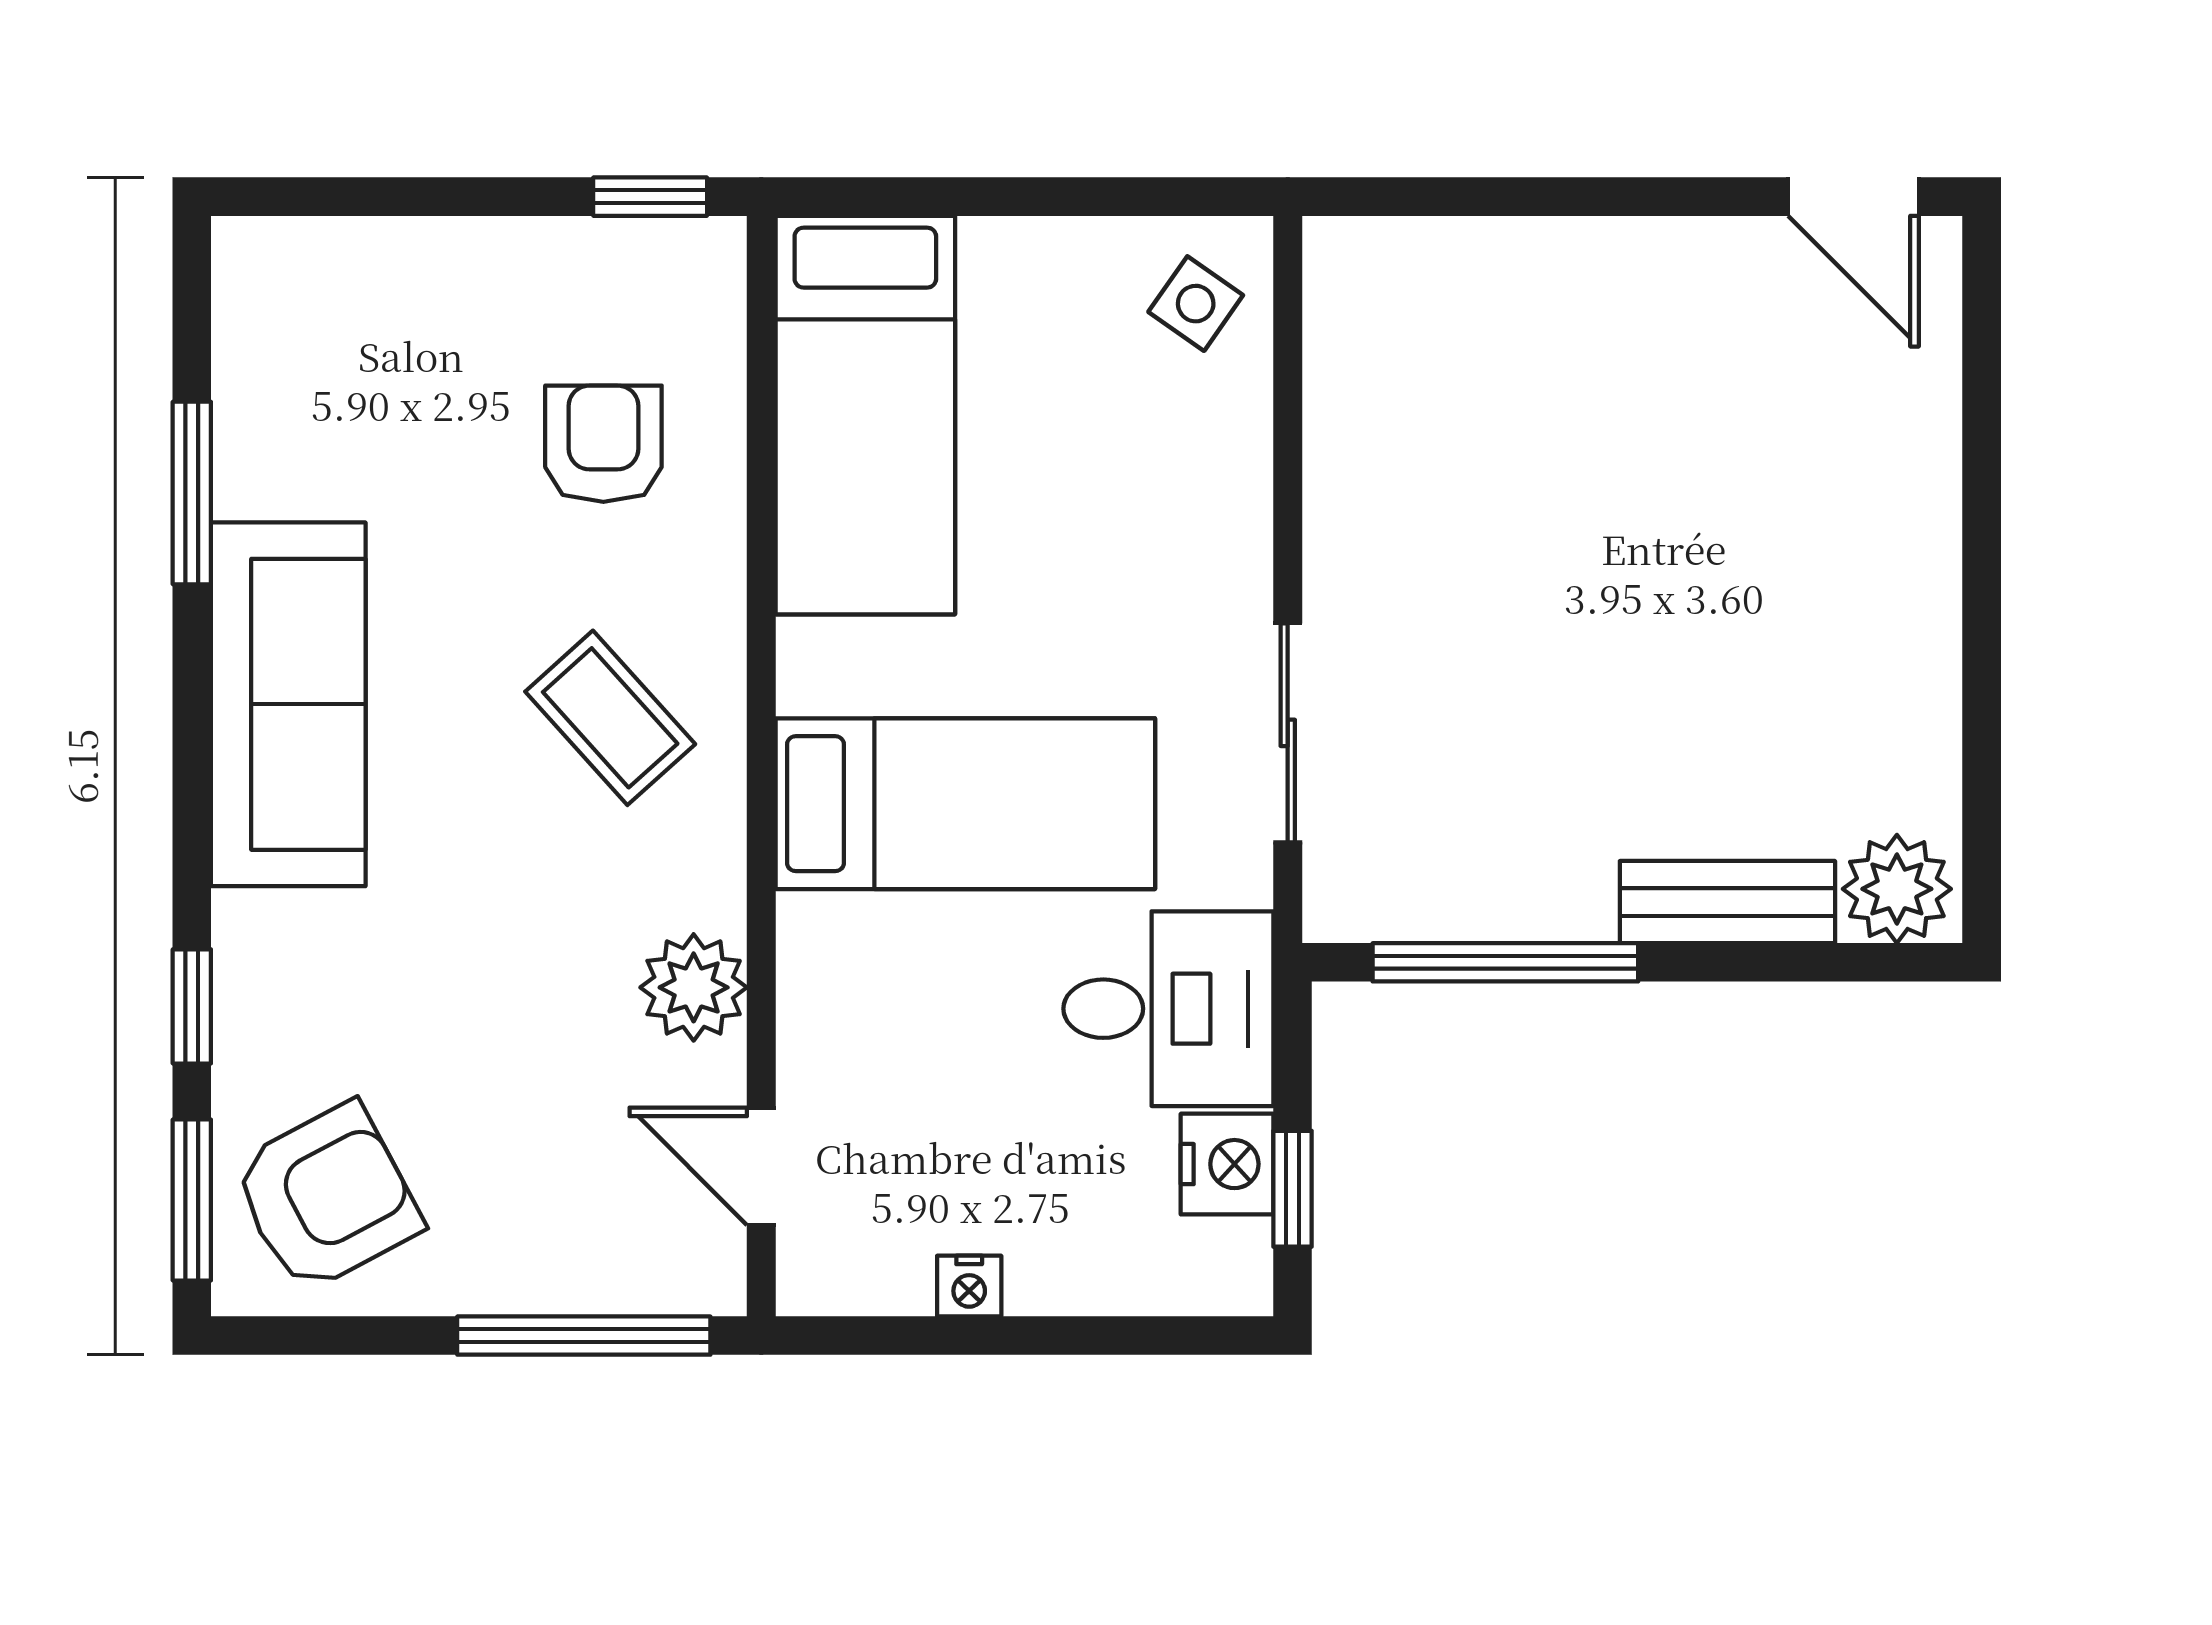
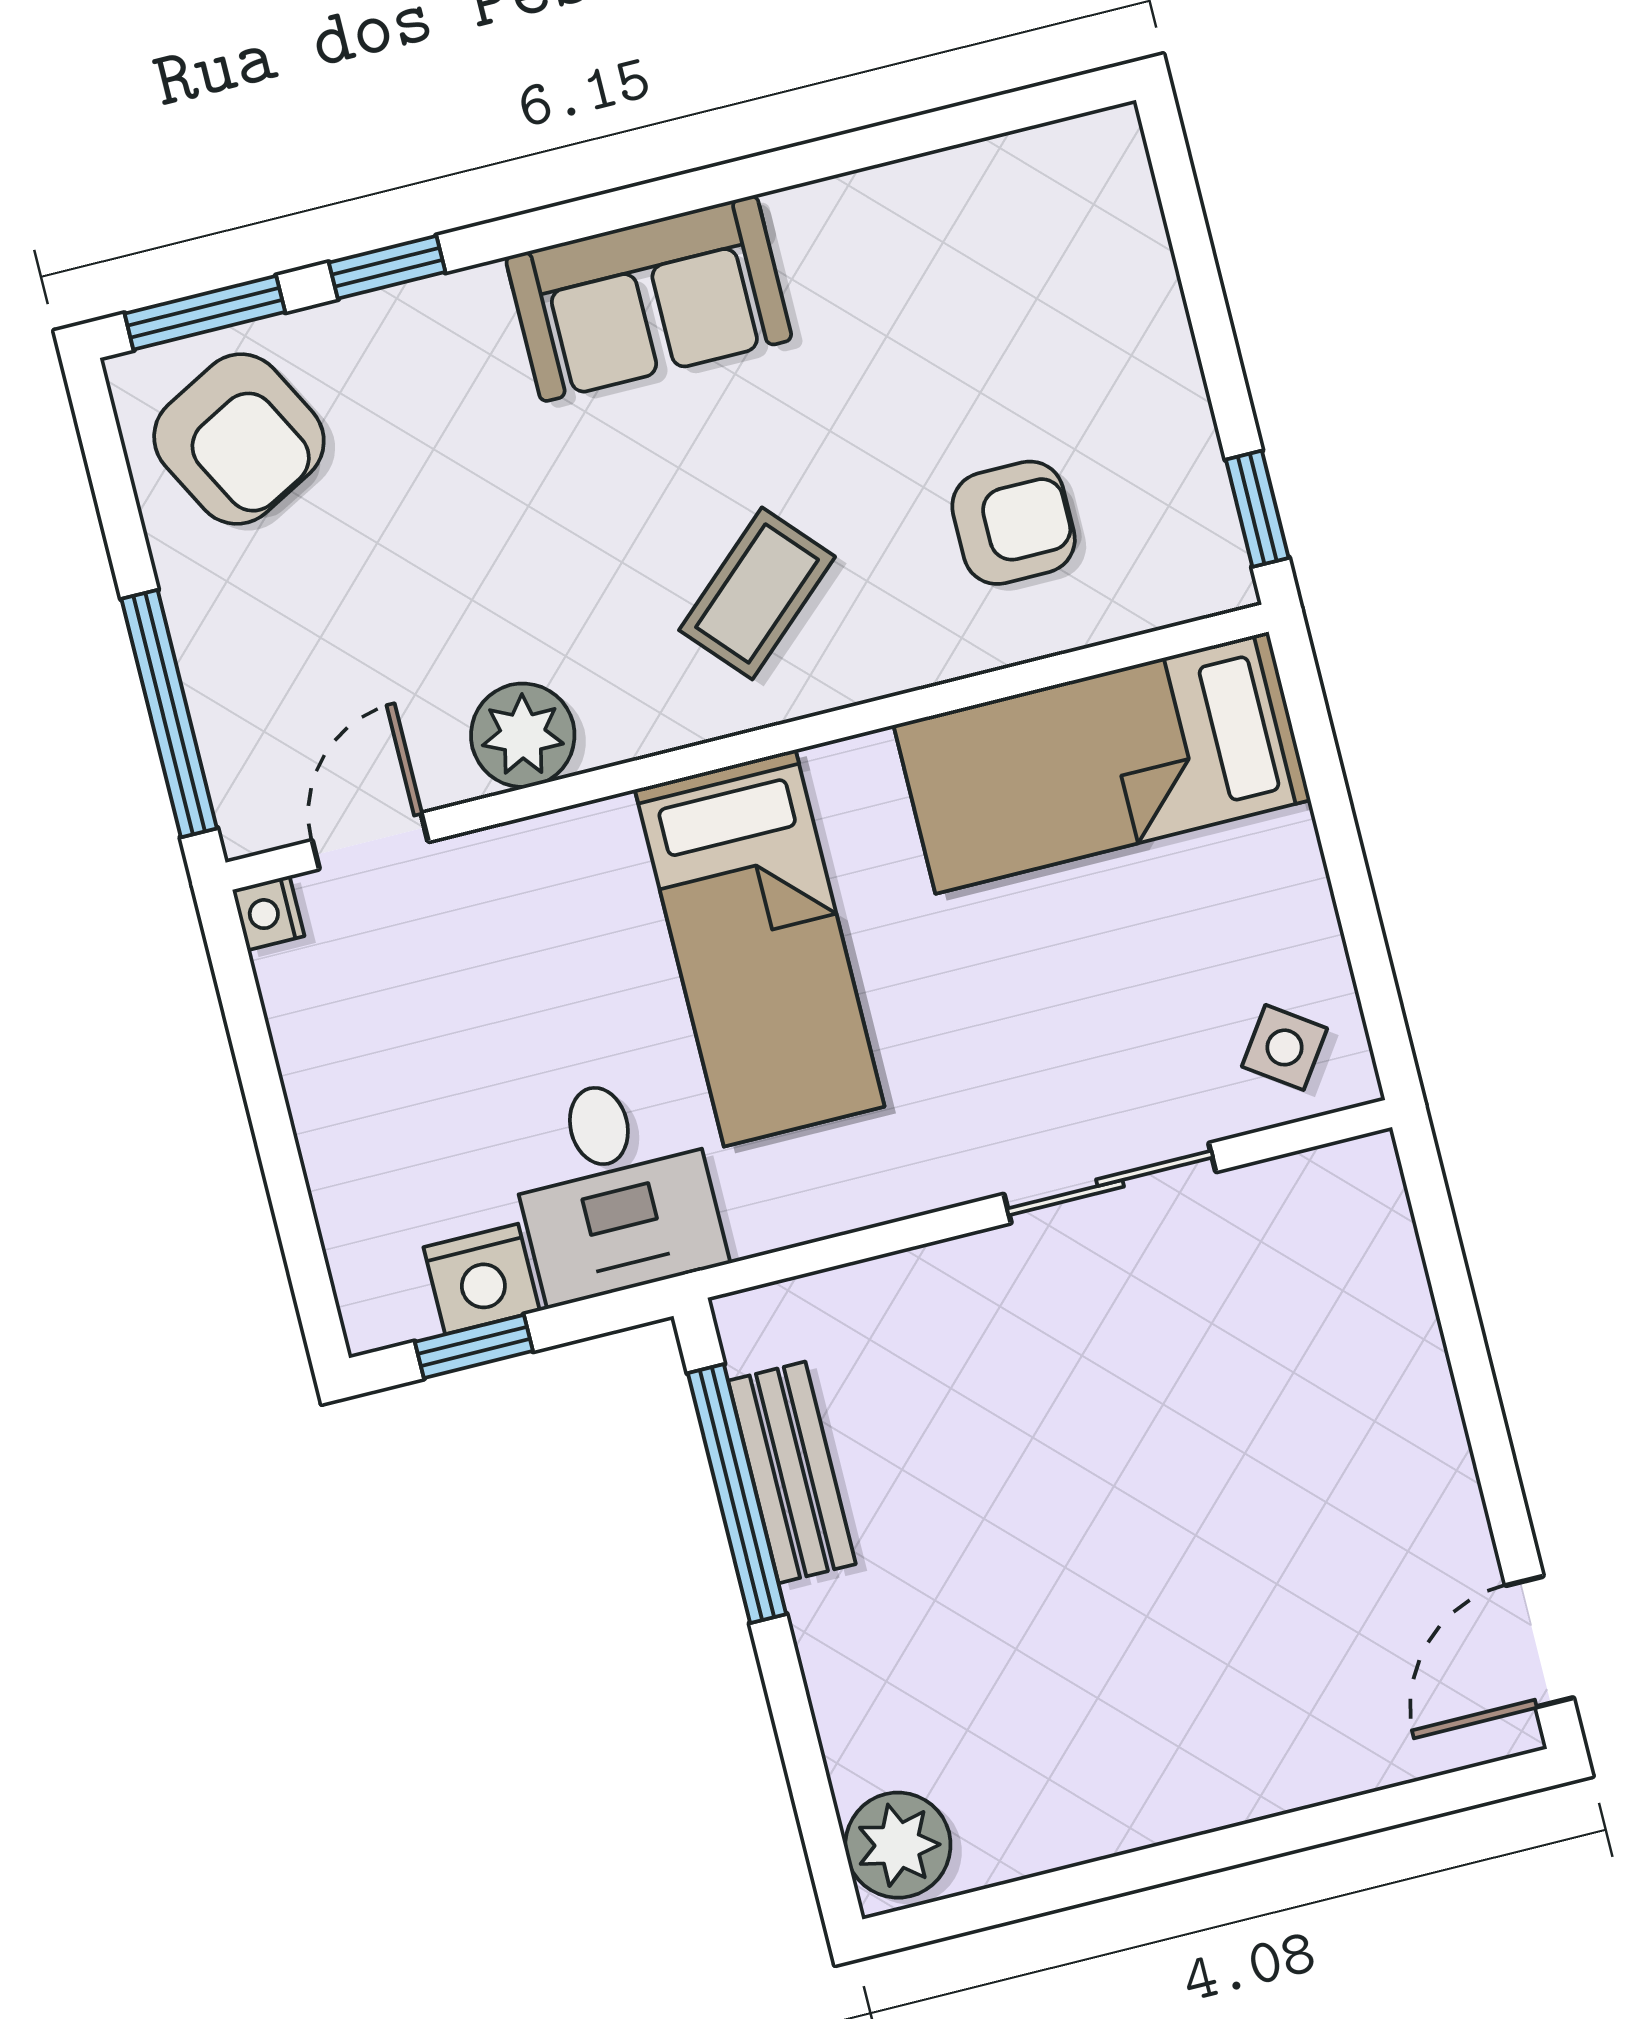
window: (192, 493) -> (871, 147), removed
sofa: (288, 704) -> (649, 298), width x0.73
sliding door: (1288, 733) -> (1110, 1183), moved
bench: (1727, 902) -> (792, 1472), moved
nightstand: (969, 1286) -> (268, 913), moved

